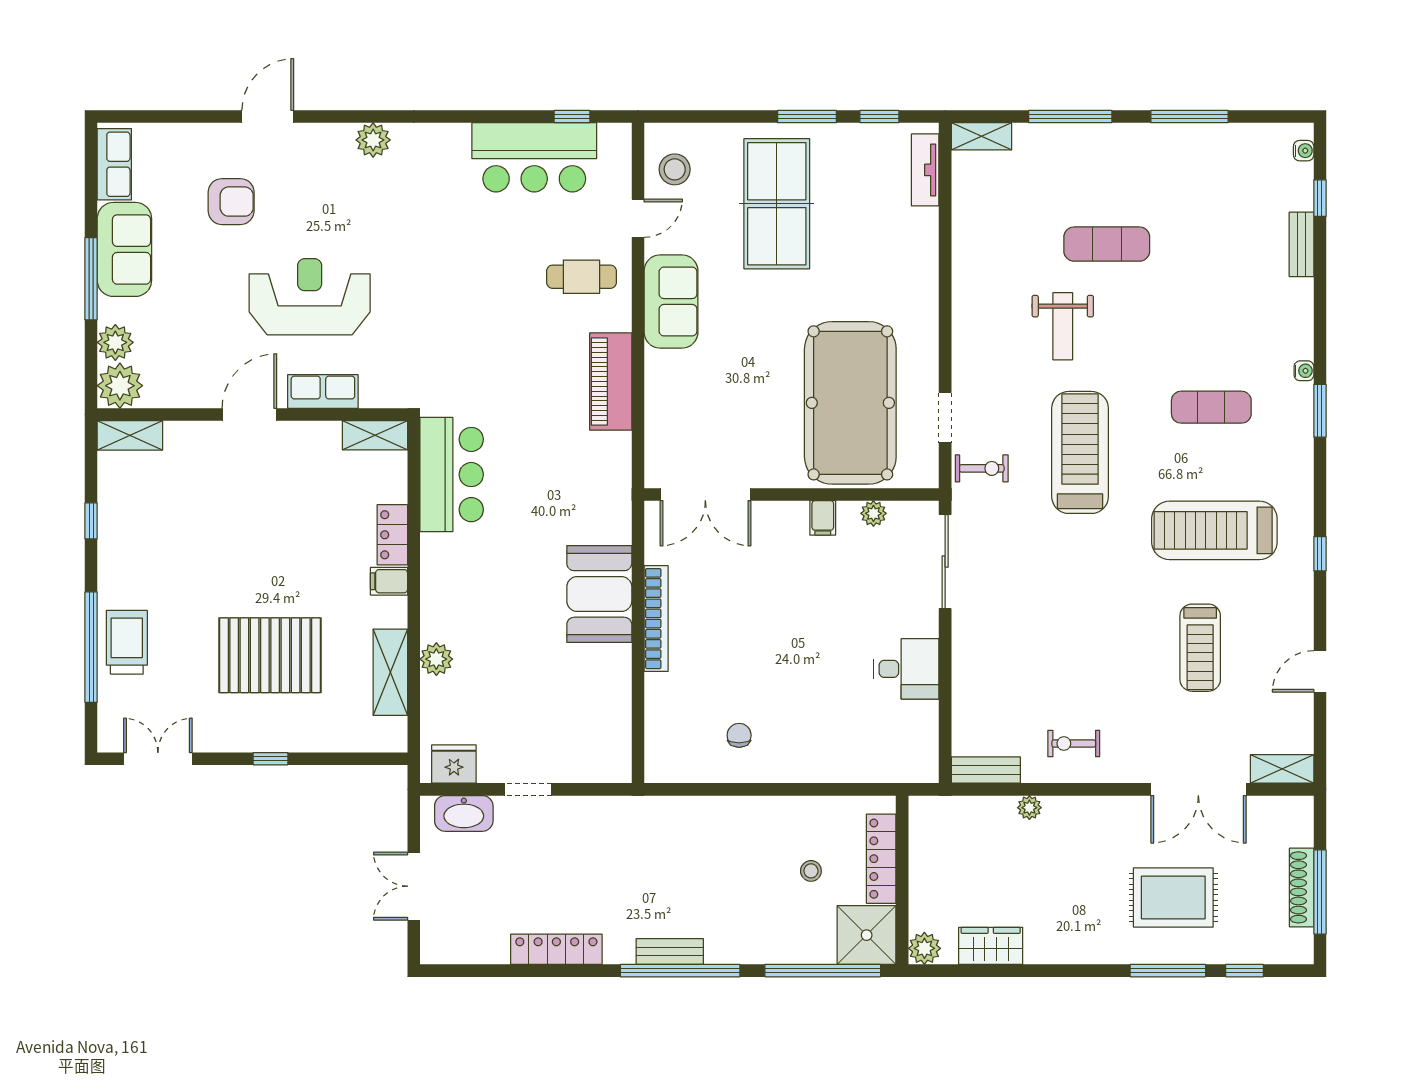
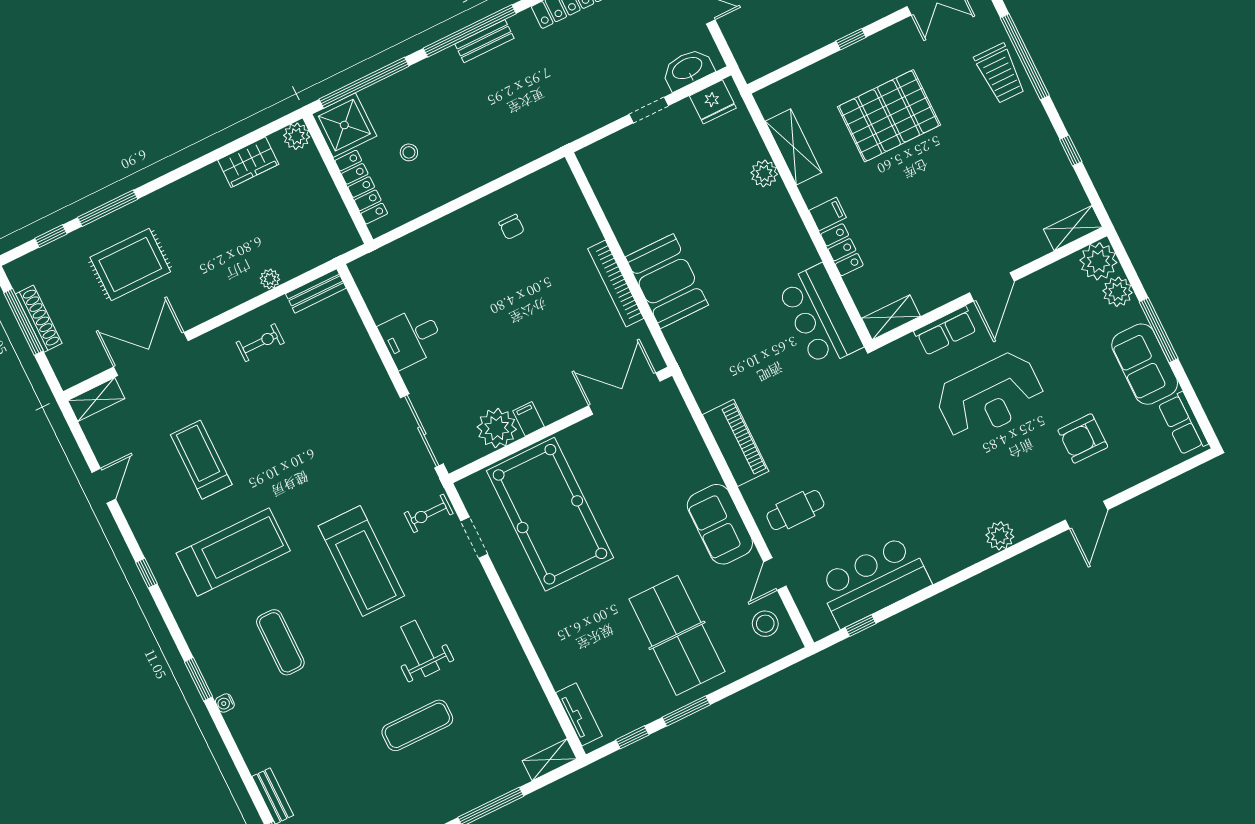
exercise mat: (1211, 407) -> (280, 642), turned 90
plant: (873, 513) -> (497, 428), width x1.88, depth x1.88

